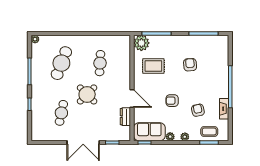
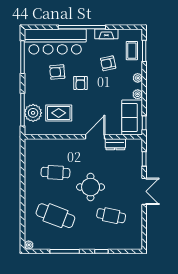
plant: (141, 43) -> (33, 113), moved
bar counter: (217, 63) -> (55, 42), added
rug: (153, 66) -> (59, 113), turned 90
round table: (87, 94) -> (91, 187), turned 45
armchair: (172, 101) -> (80, 83), moved
double door: (83, 142) -> (144, 191), width x0.73

